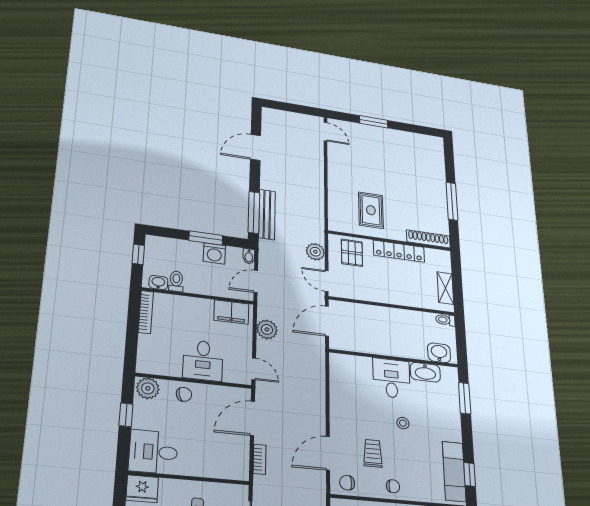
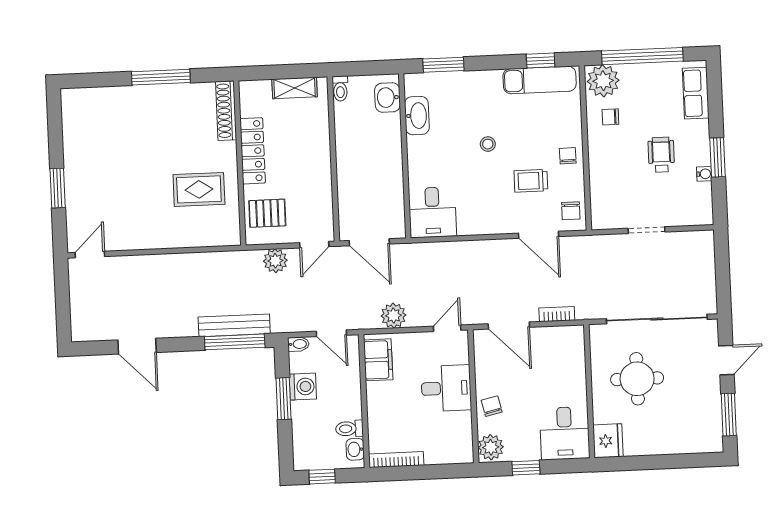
desk: (391, 378) -> (433, 212), moved, turned -90

